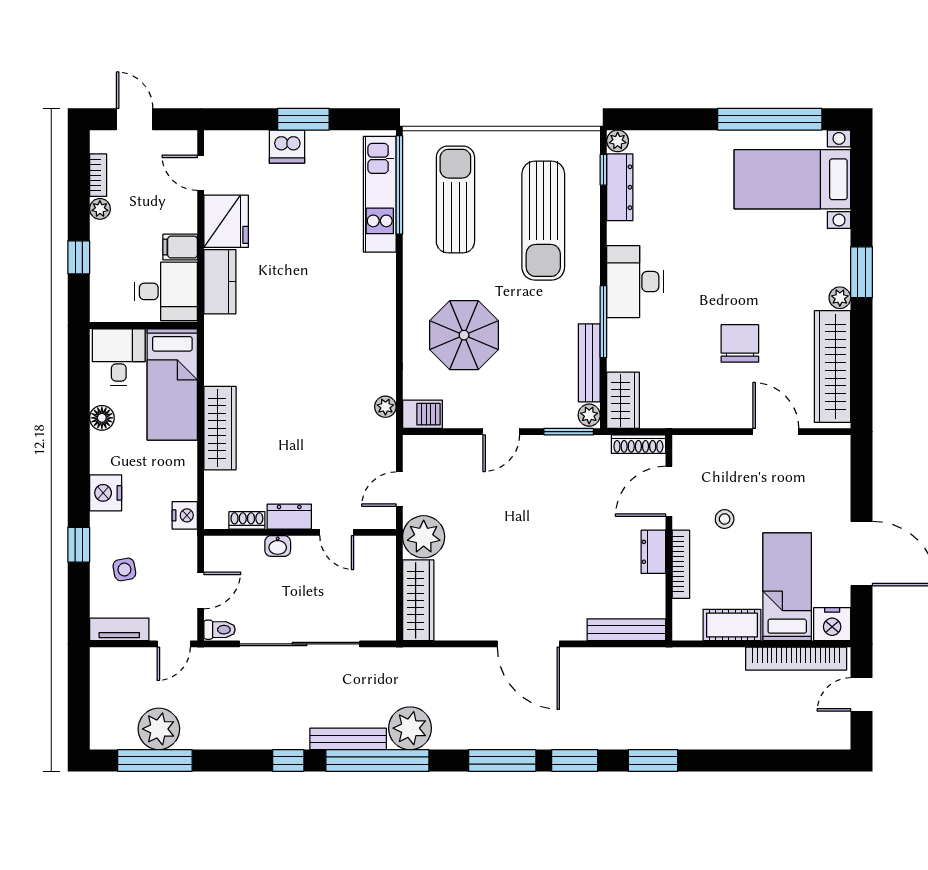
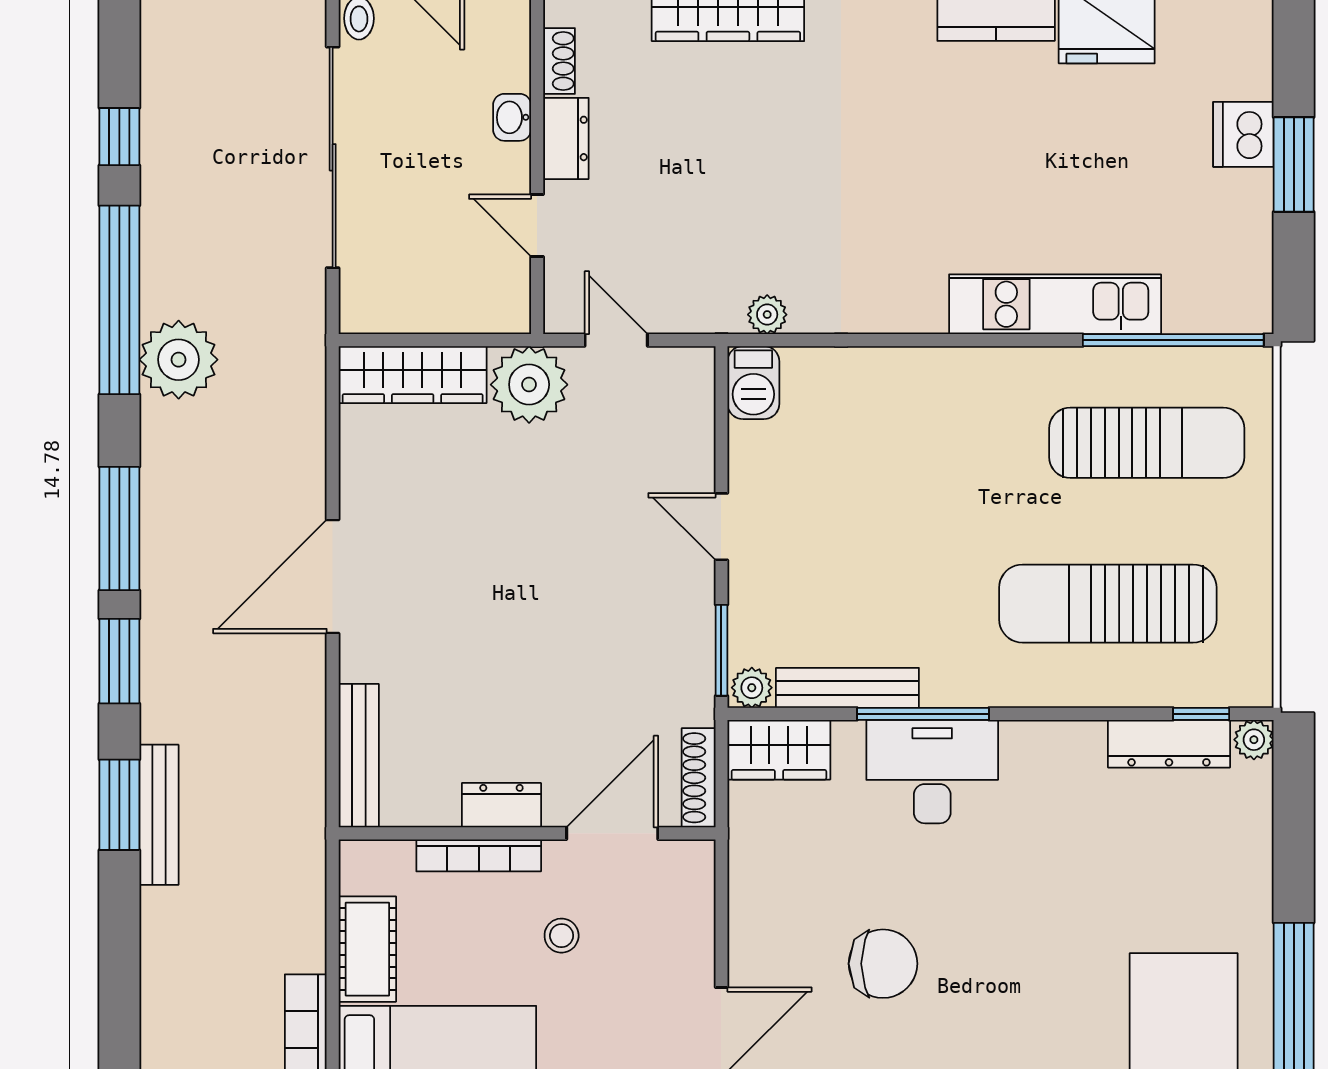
kitchen unit: (380, 194) -> (1055, 304), moved
desk: (635, 282) -> (932, 772), moved
parasol: (464, 335) -> (898, 459), removed
door: (669, 491) -> (612, 833), hinge flipped
door: (337, 532) -> (537, 226), hinge flipped
bench: (348, 739) -> (159, 815), moved

